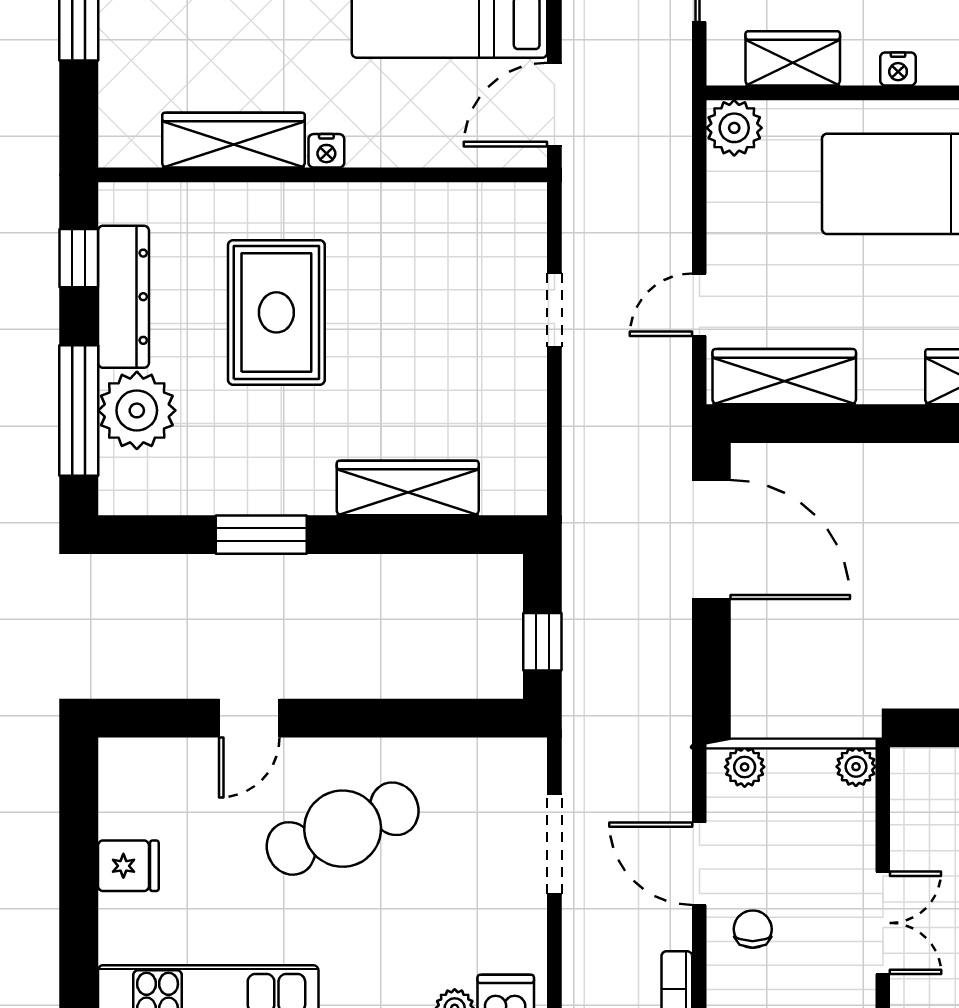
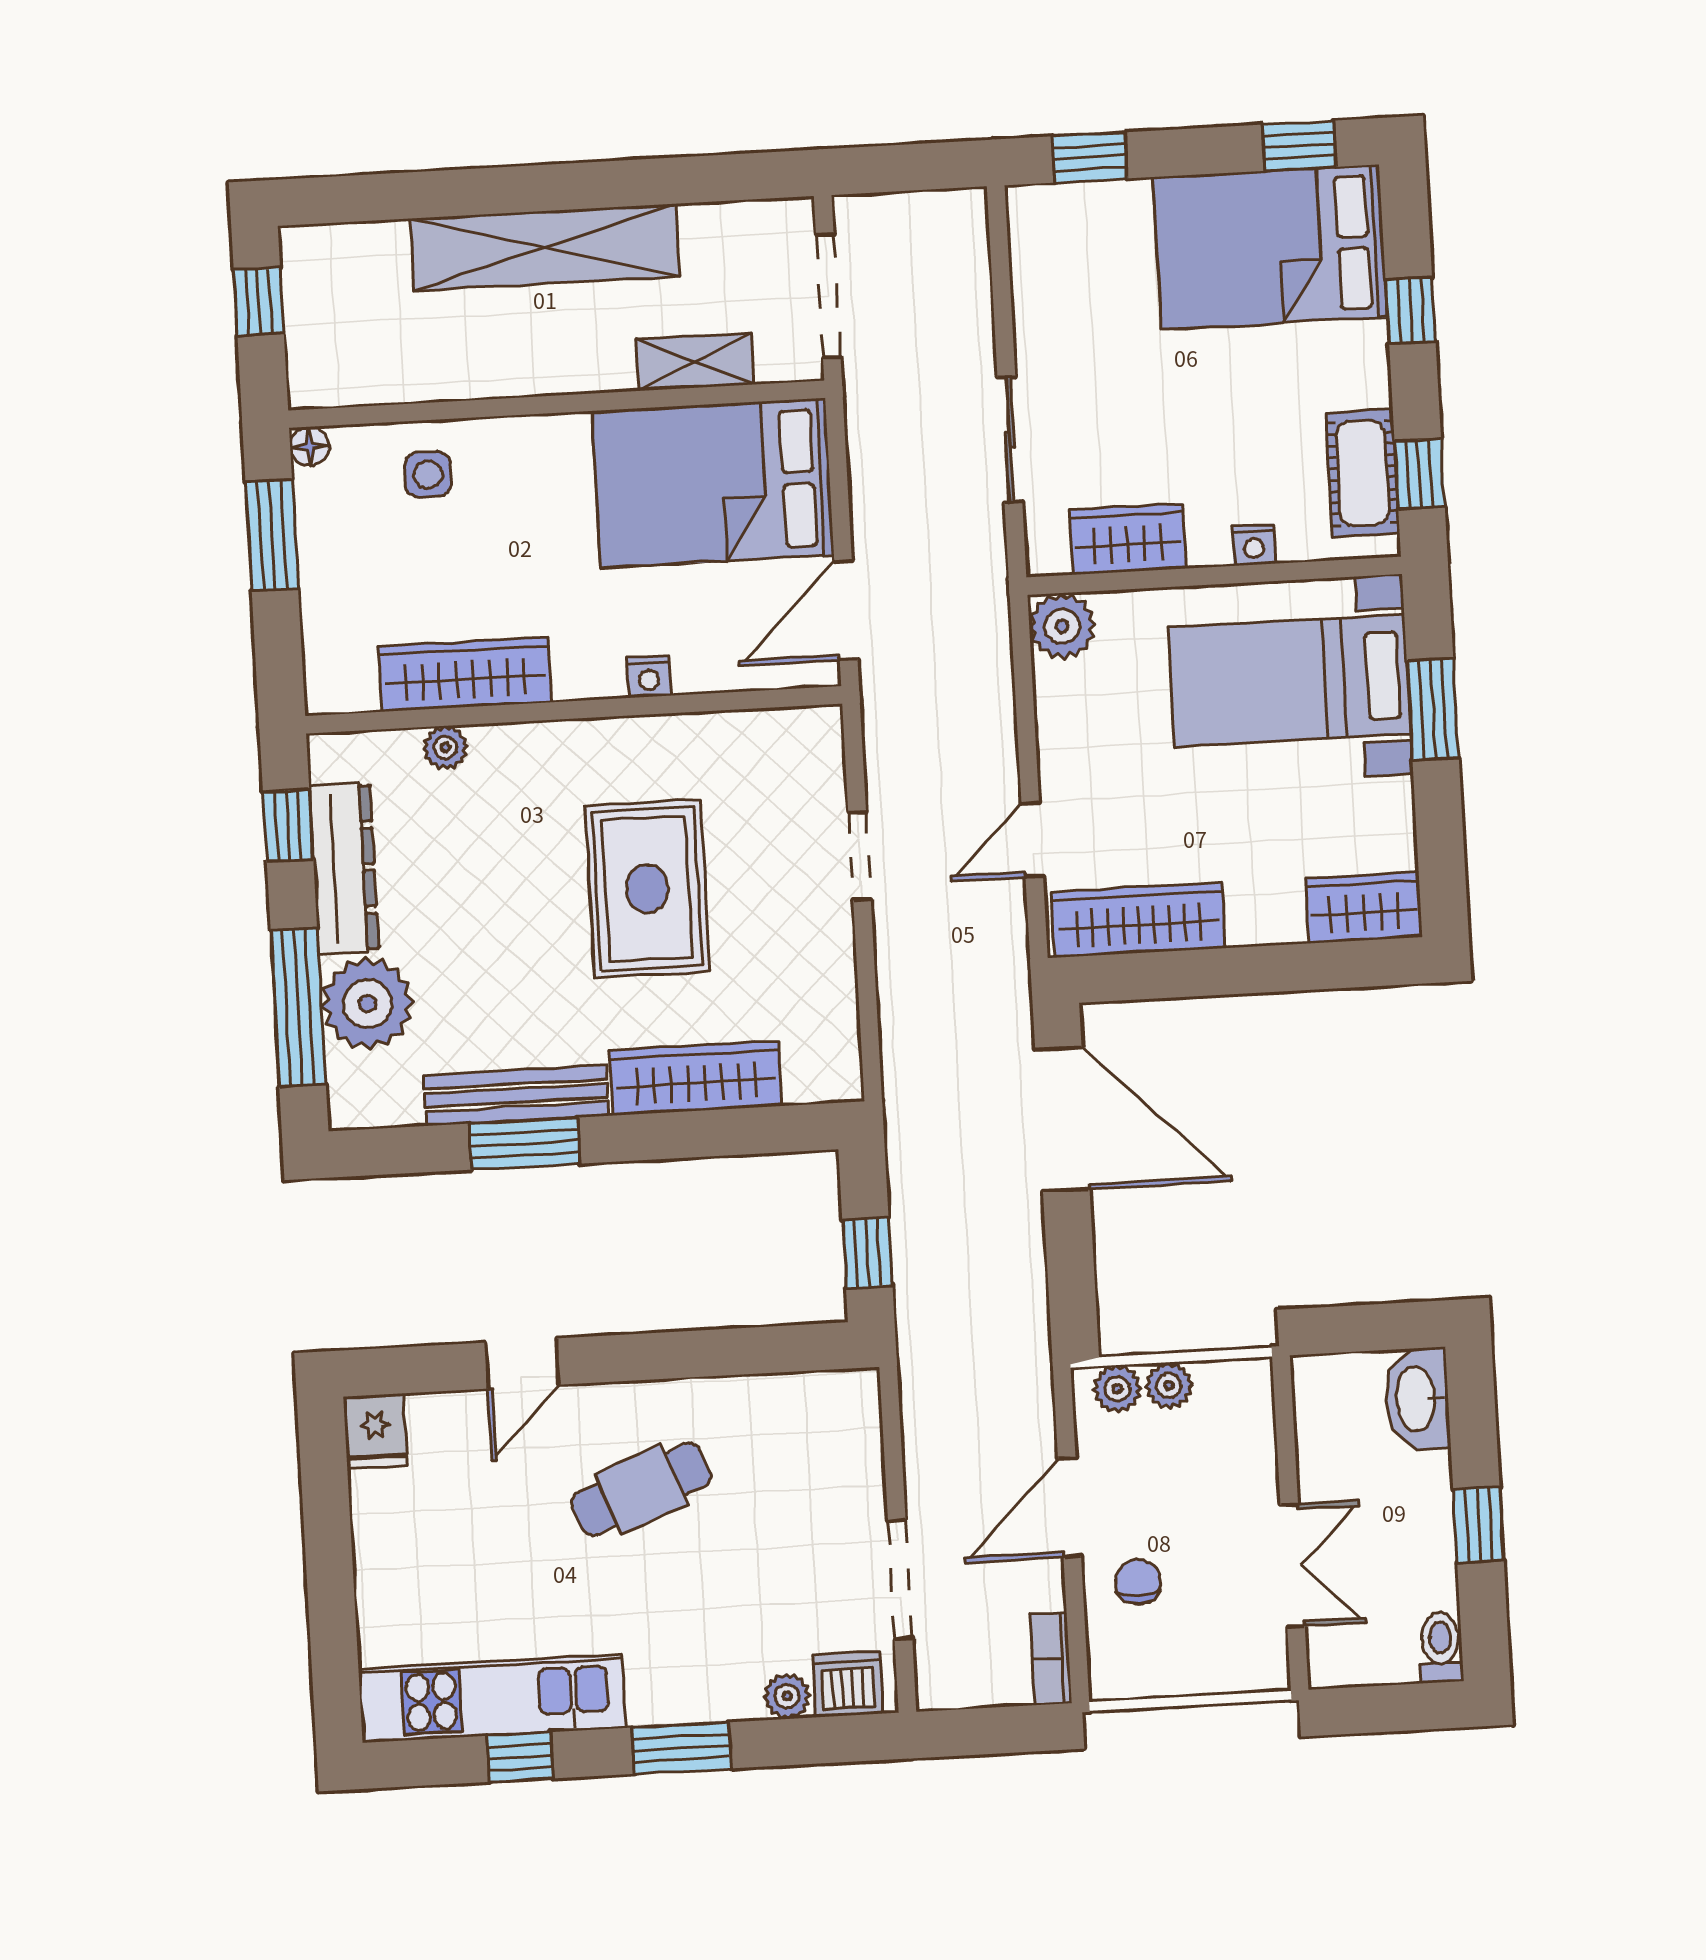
nightstand: (326, 151) -> (649, 677), moved
plant: (214, 200) -> (446, 748), added
rug: (276, 312) -> (647, 889), moved
bench: (257, 494) -> (516, 1095), added
plant: (856, 767) -> (1169, 1386), moved
cafe table: (343, 829) -> (641, 1489), width x0.73, depth x0.74
doorway: (554, 844) -> (900, 1579), moved
door: (699, 864) -> (1070, 1507), hinge flipped
fridge: (128, 866) -> (375, 1431), moved, turned 90

